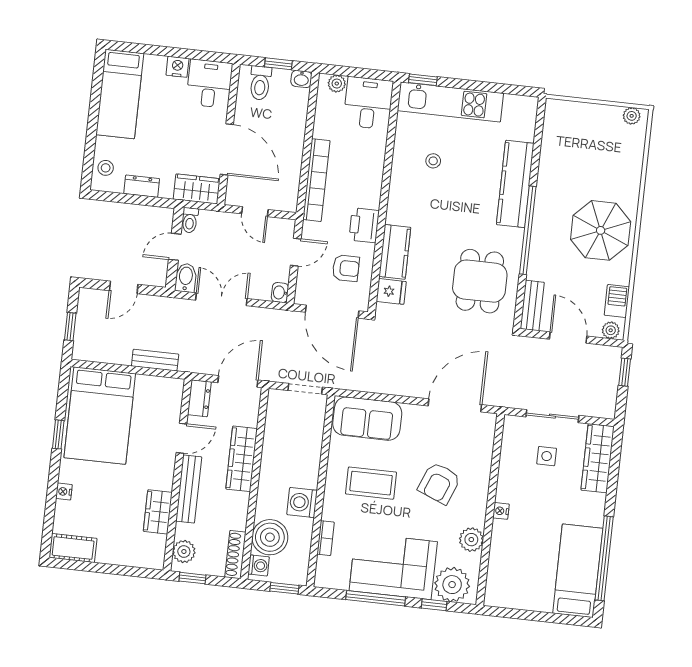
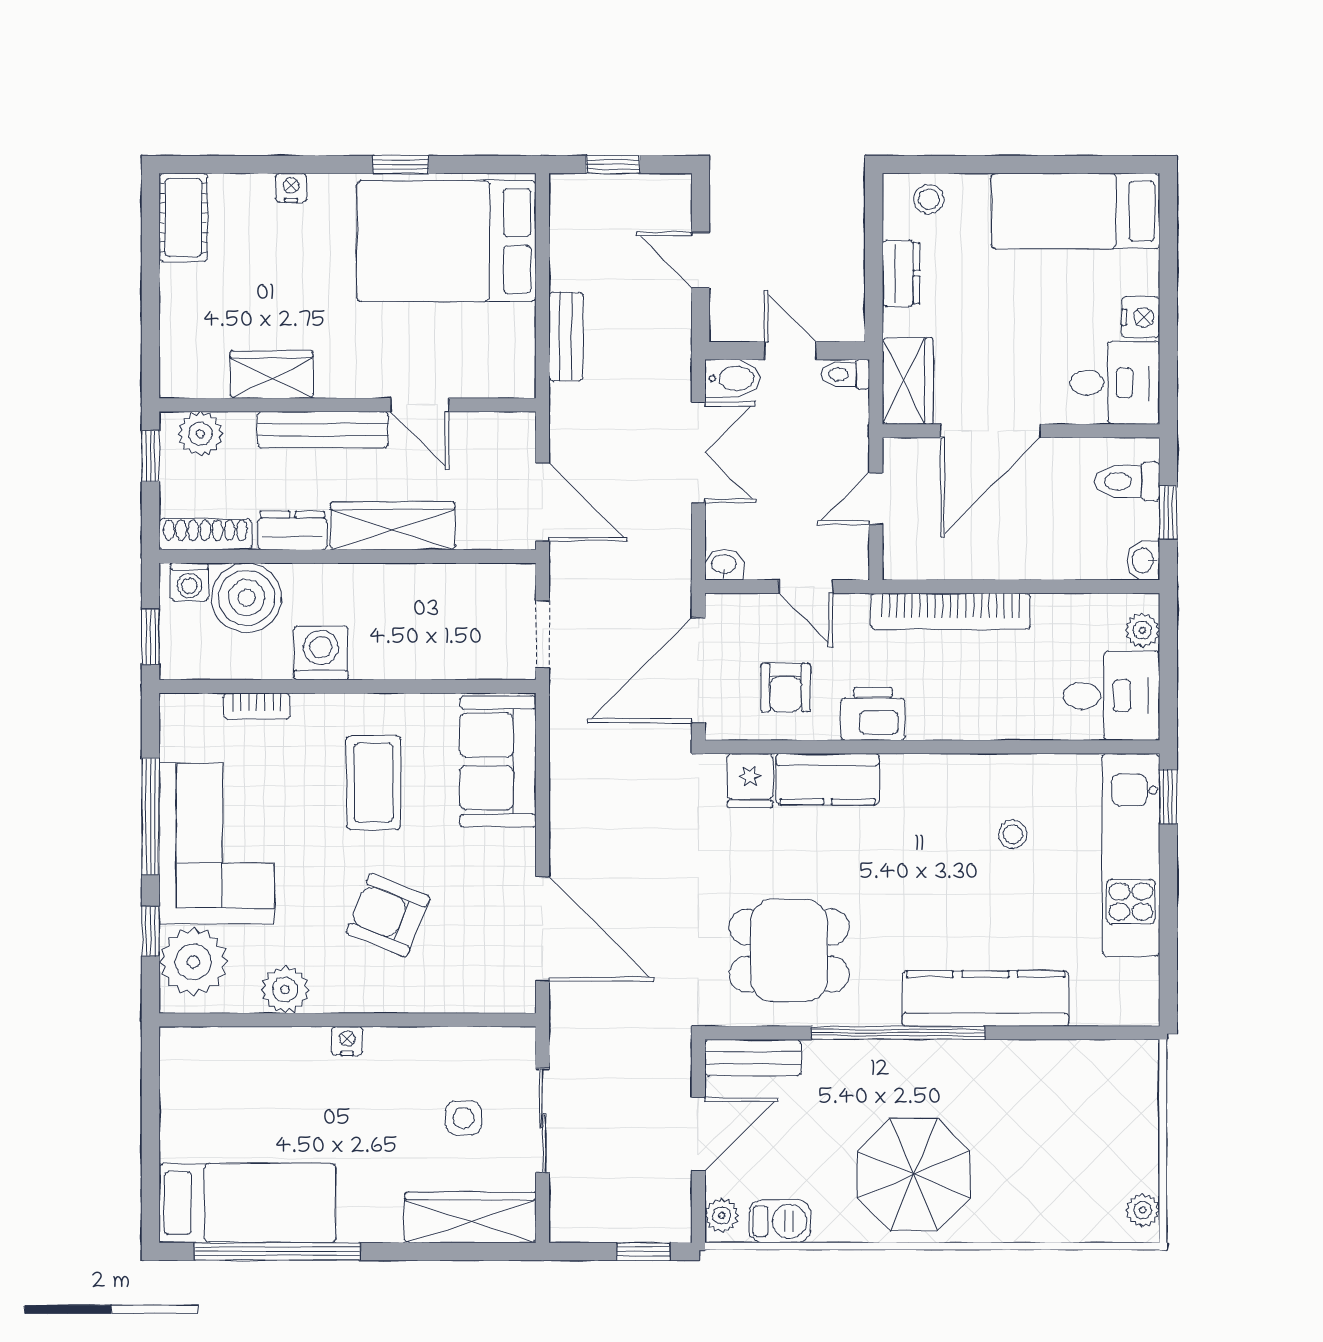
dresser: (199, 398) -> (292, 530), moved, turned 180

